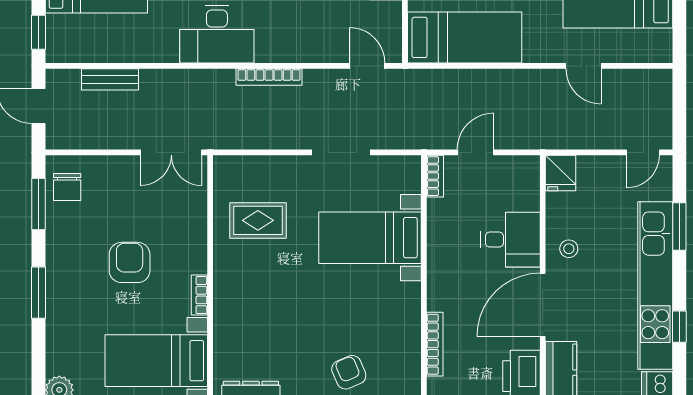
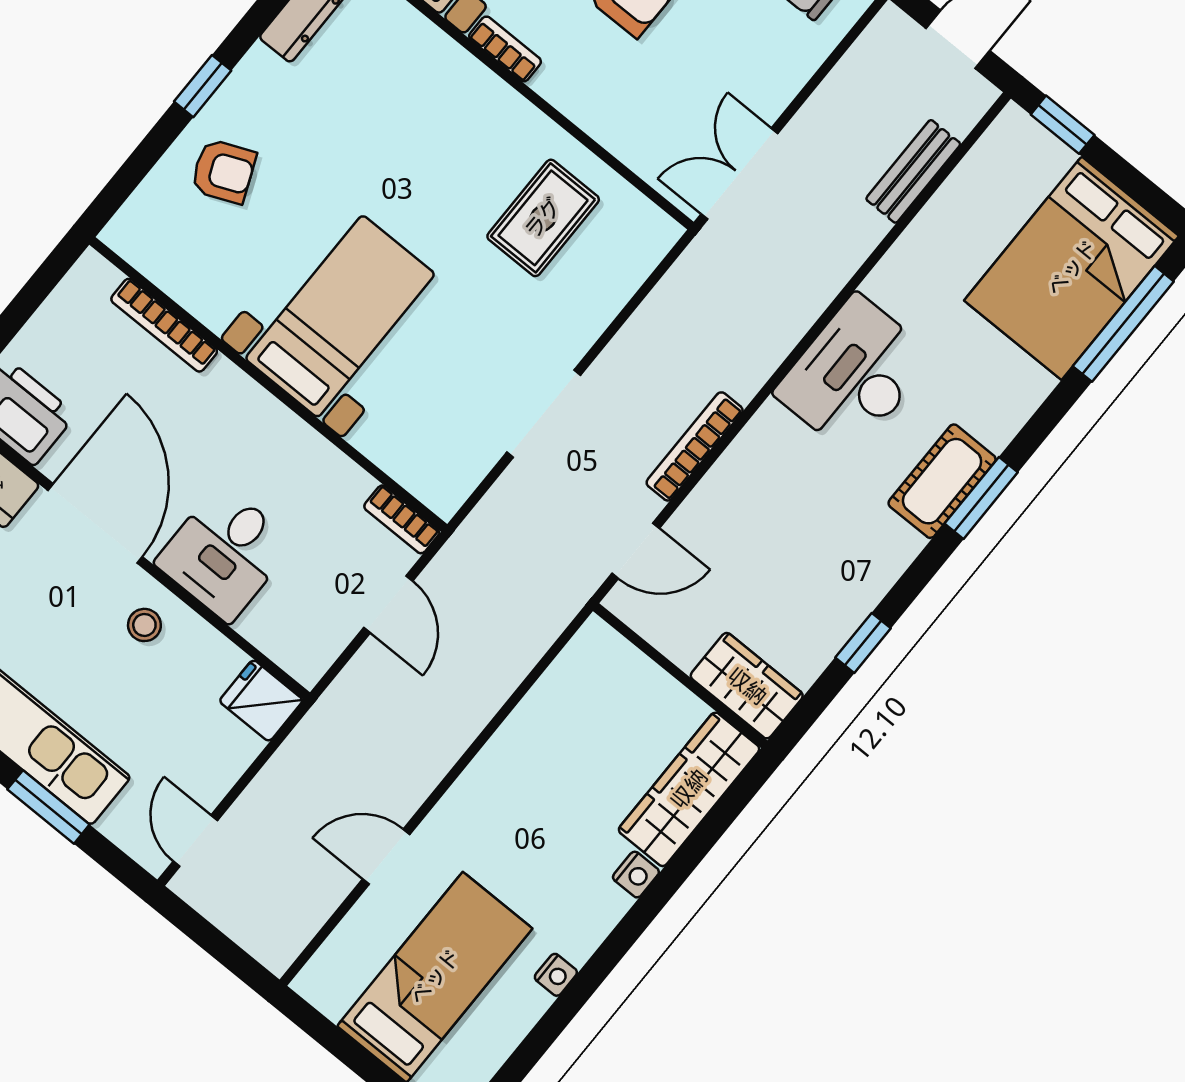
bed: (465, 37) -> (563, 721), removed
bookcase: (269, 77) -> (695, 446), moved
bed with nightstands: (370, 238) -> (340, 316), moved

